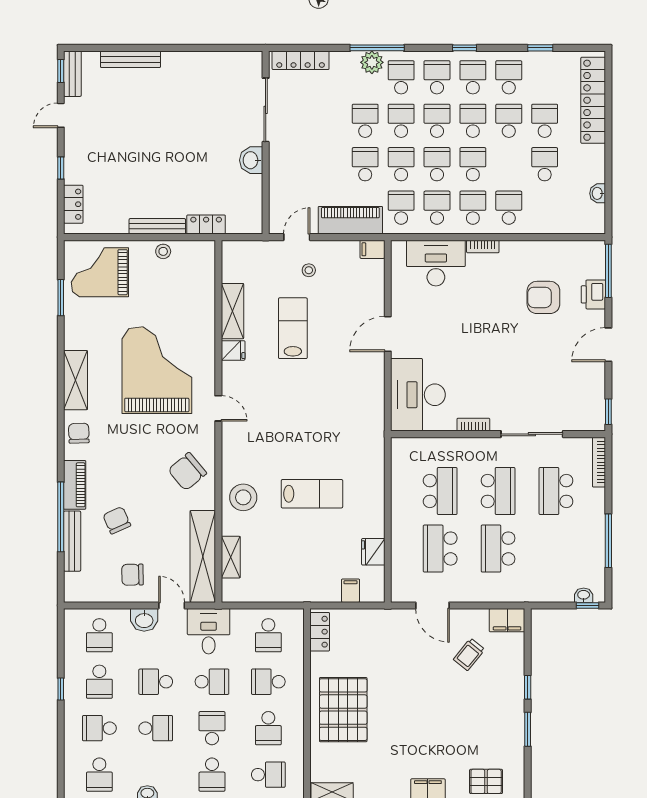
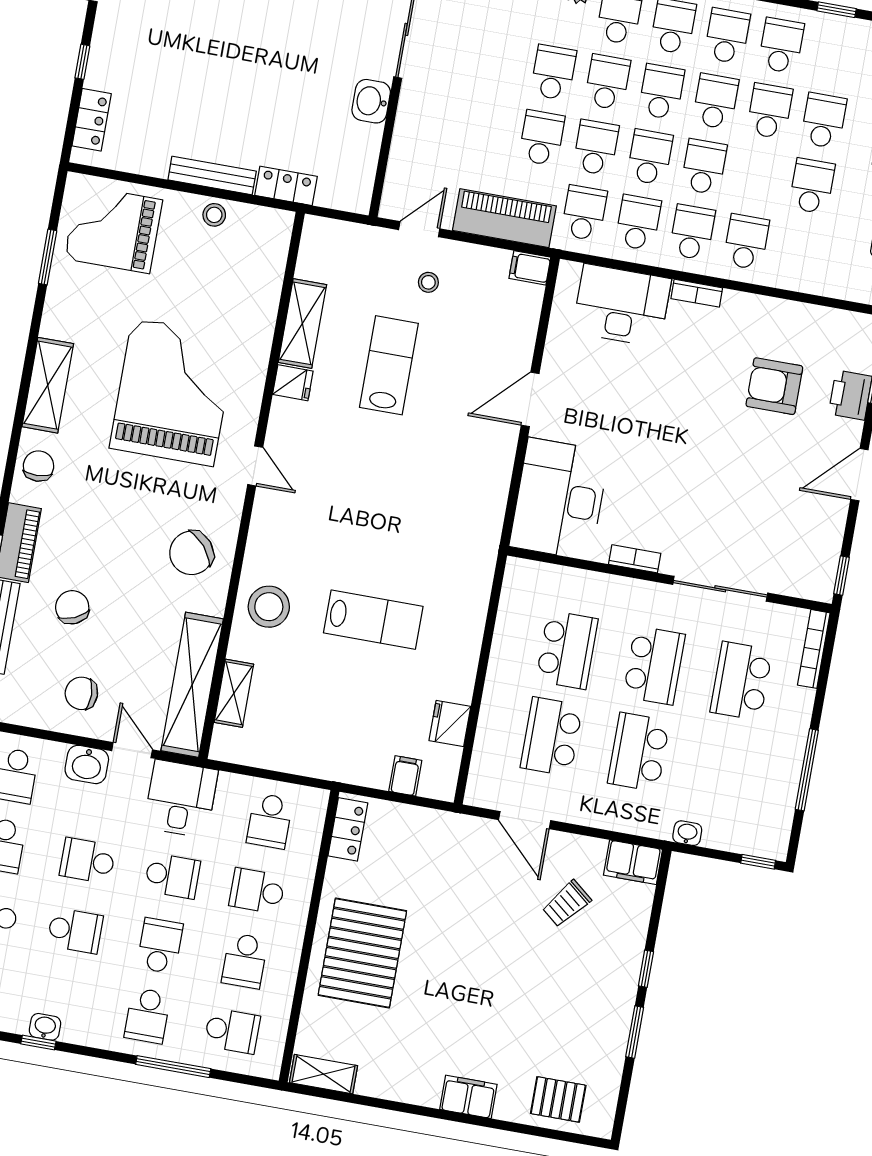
washbasin: (584, 595) -> (687, 833), moved

